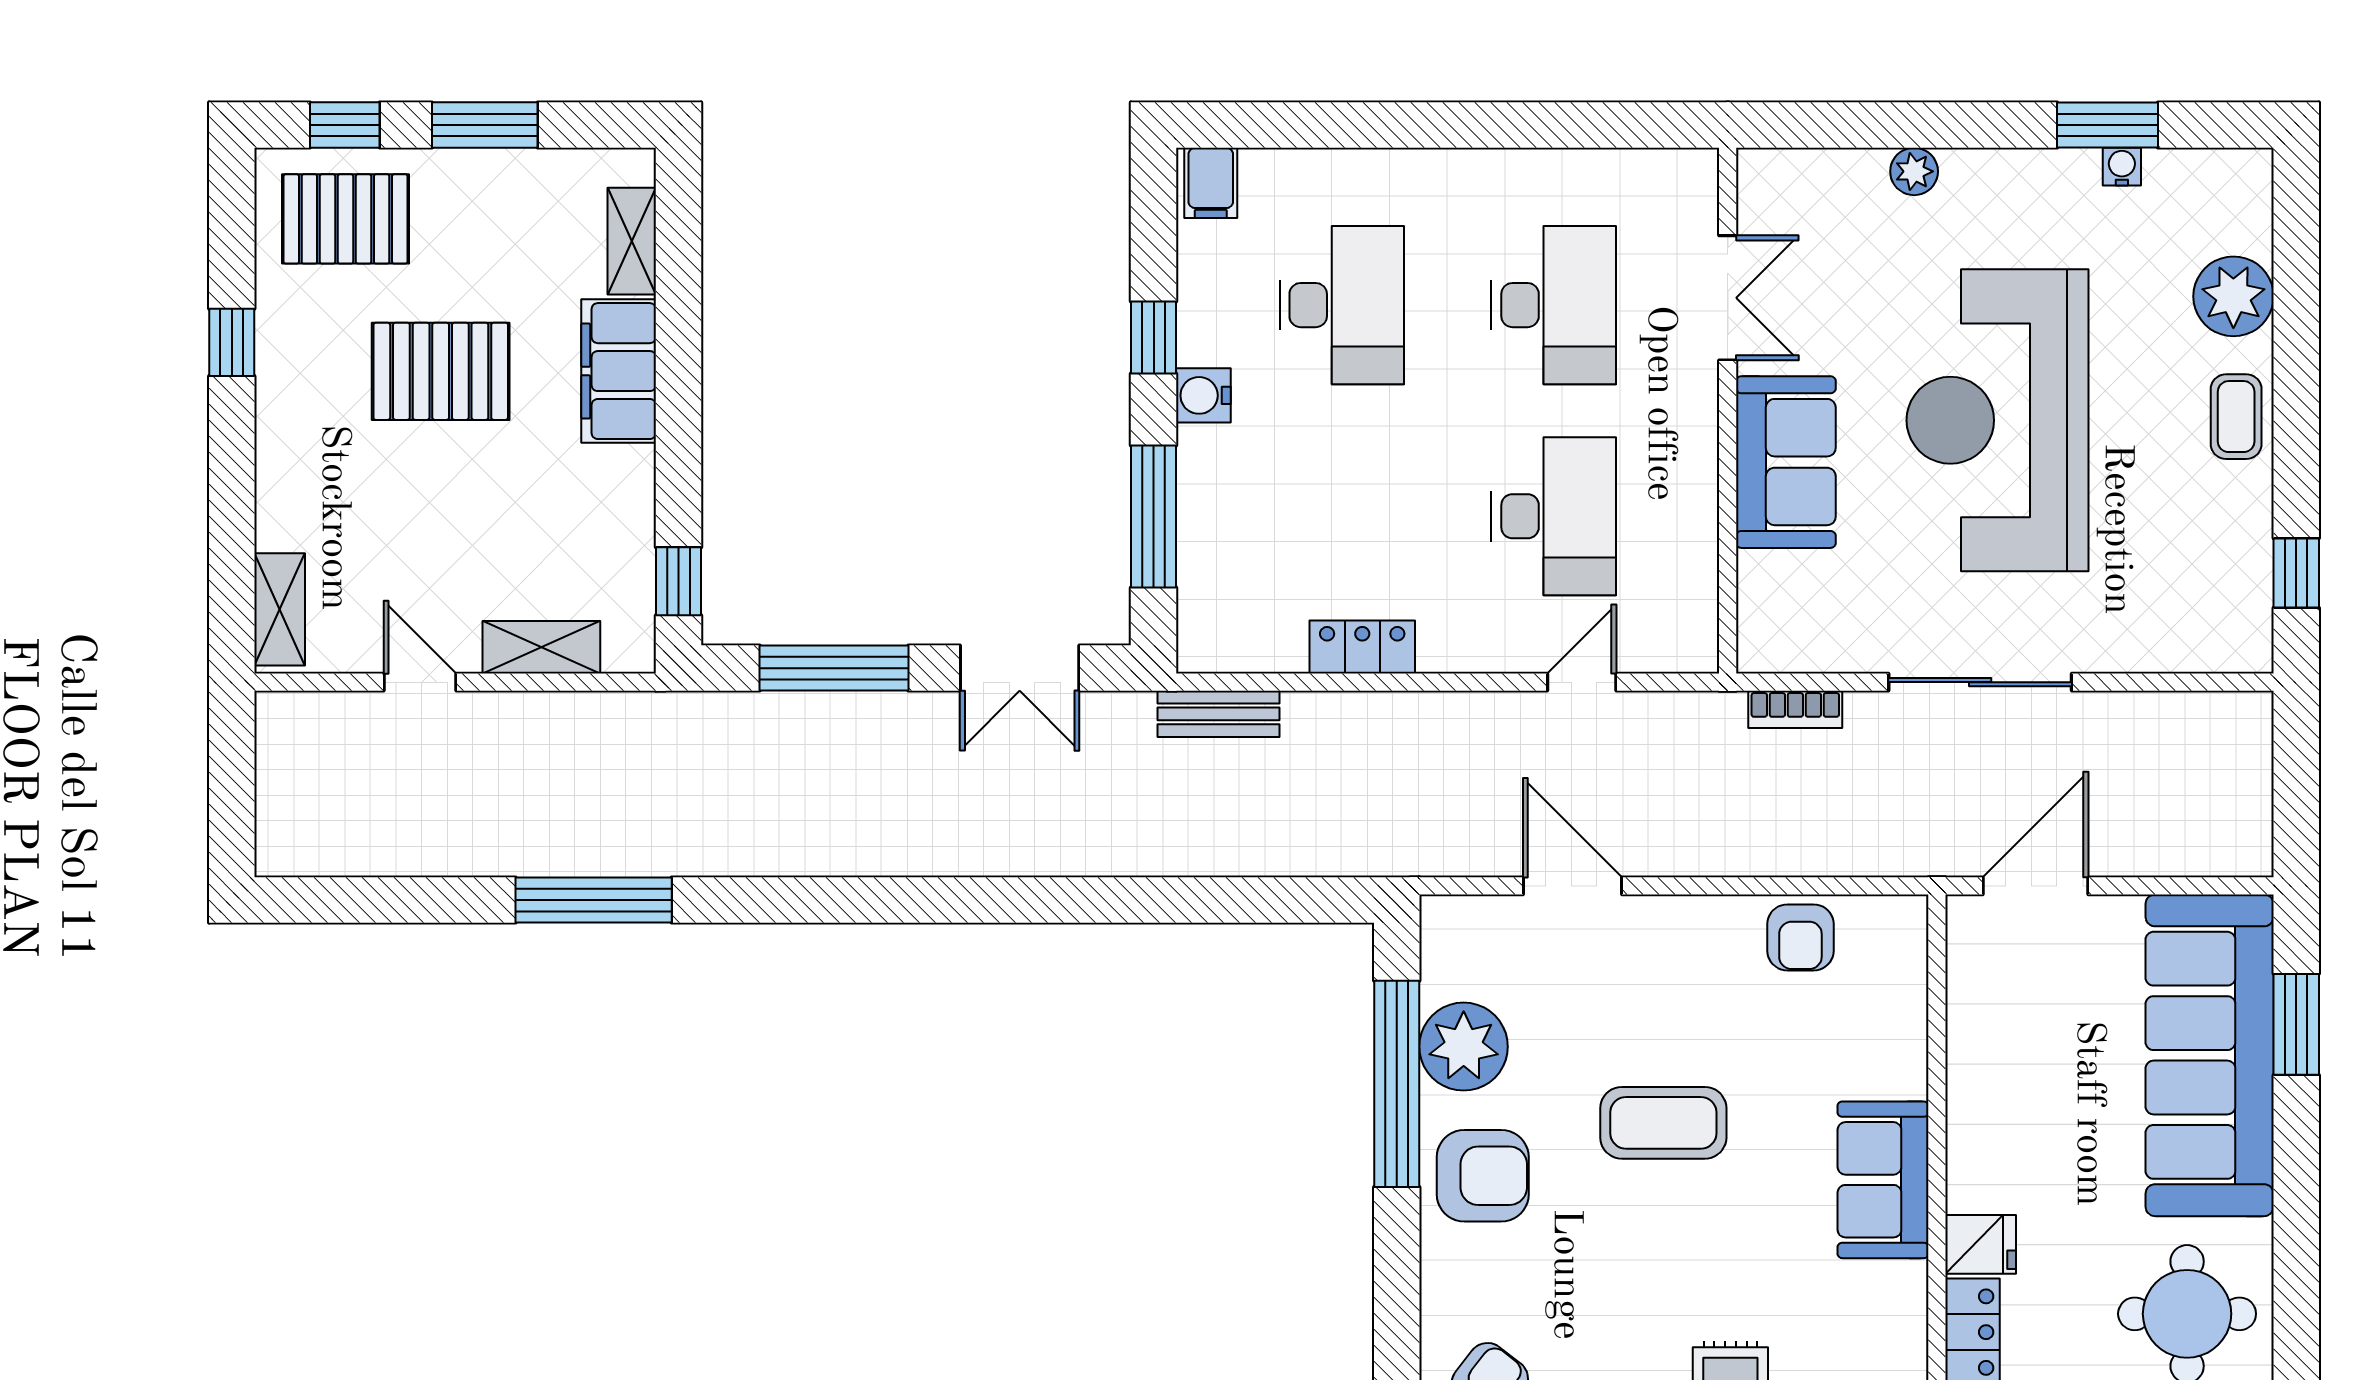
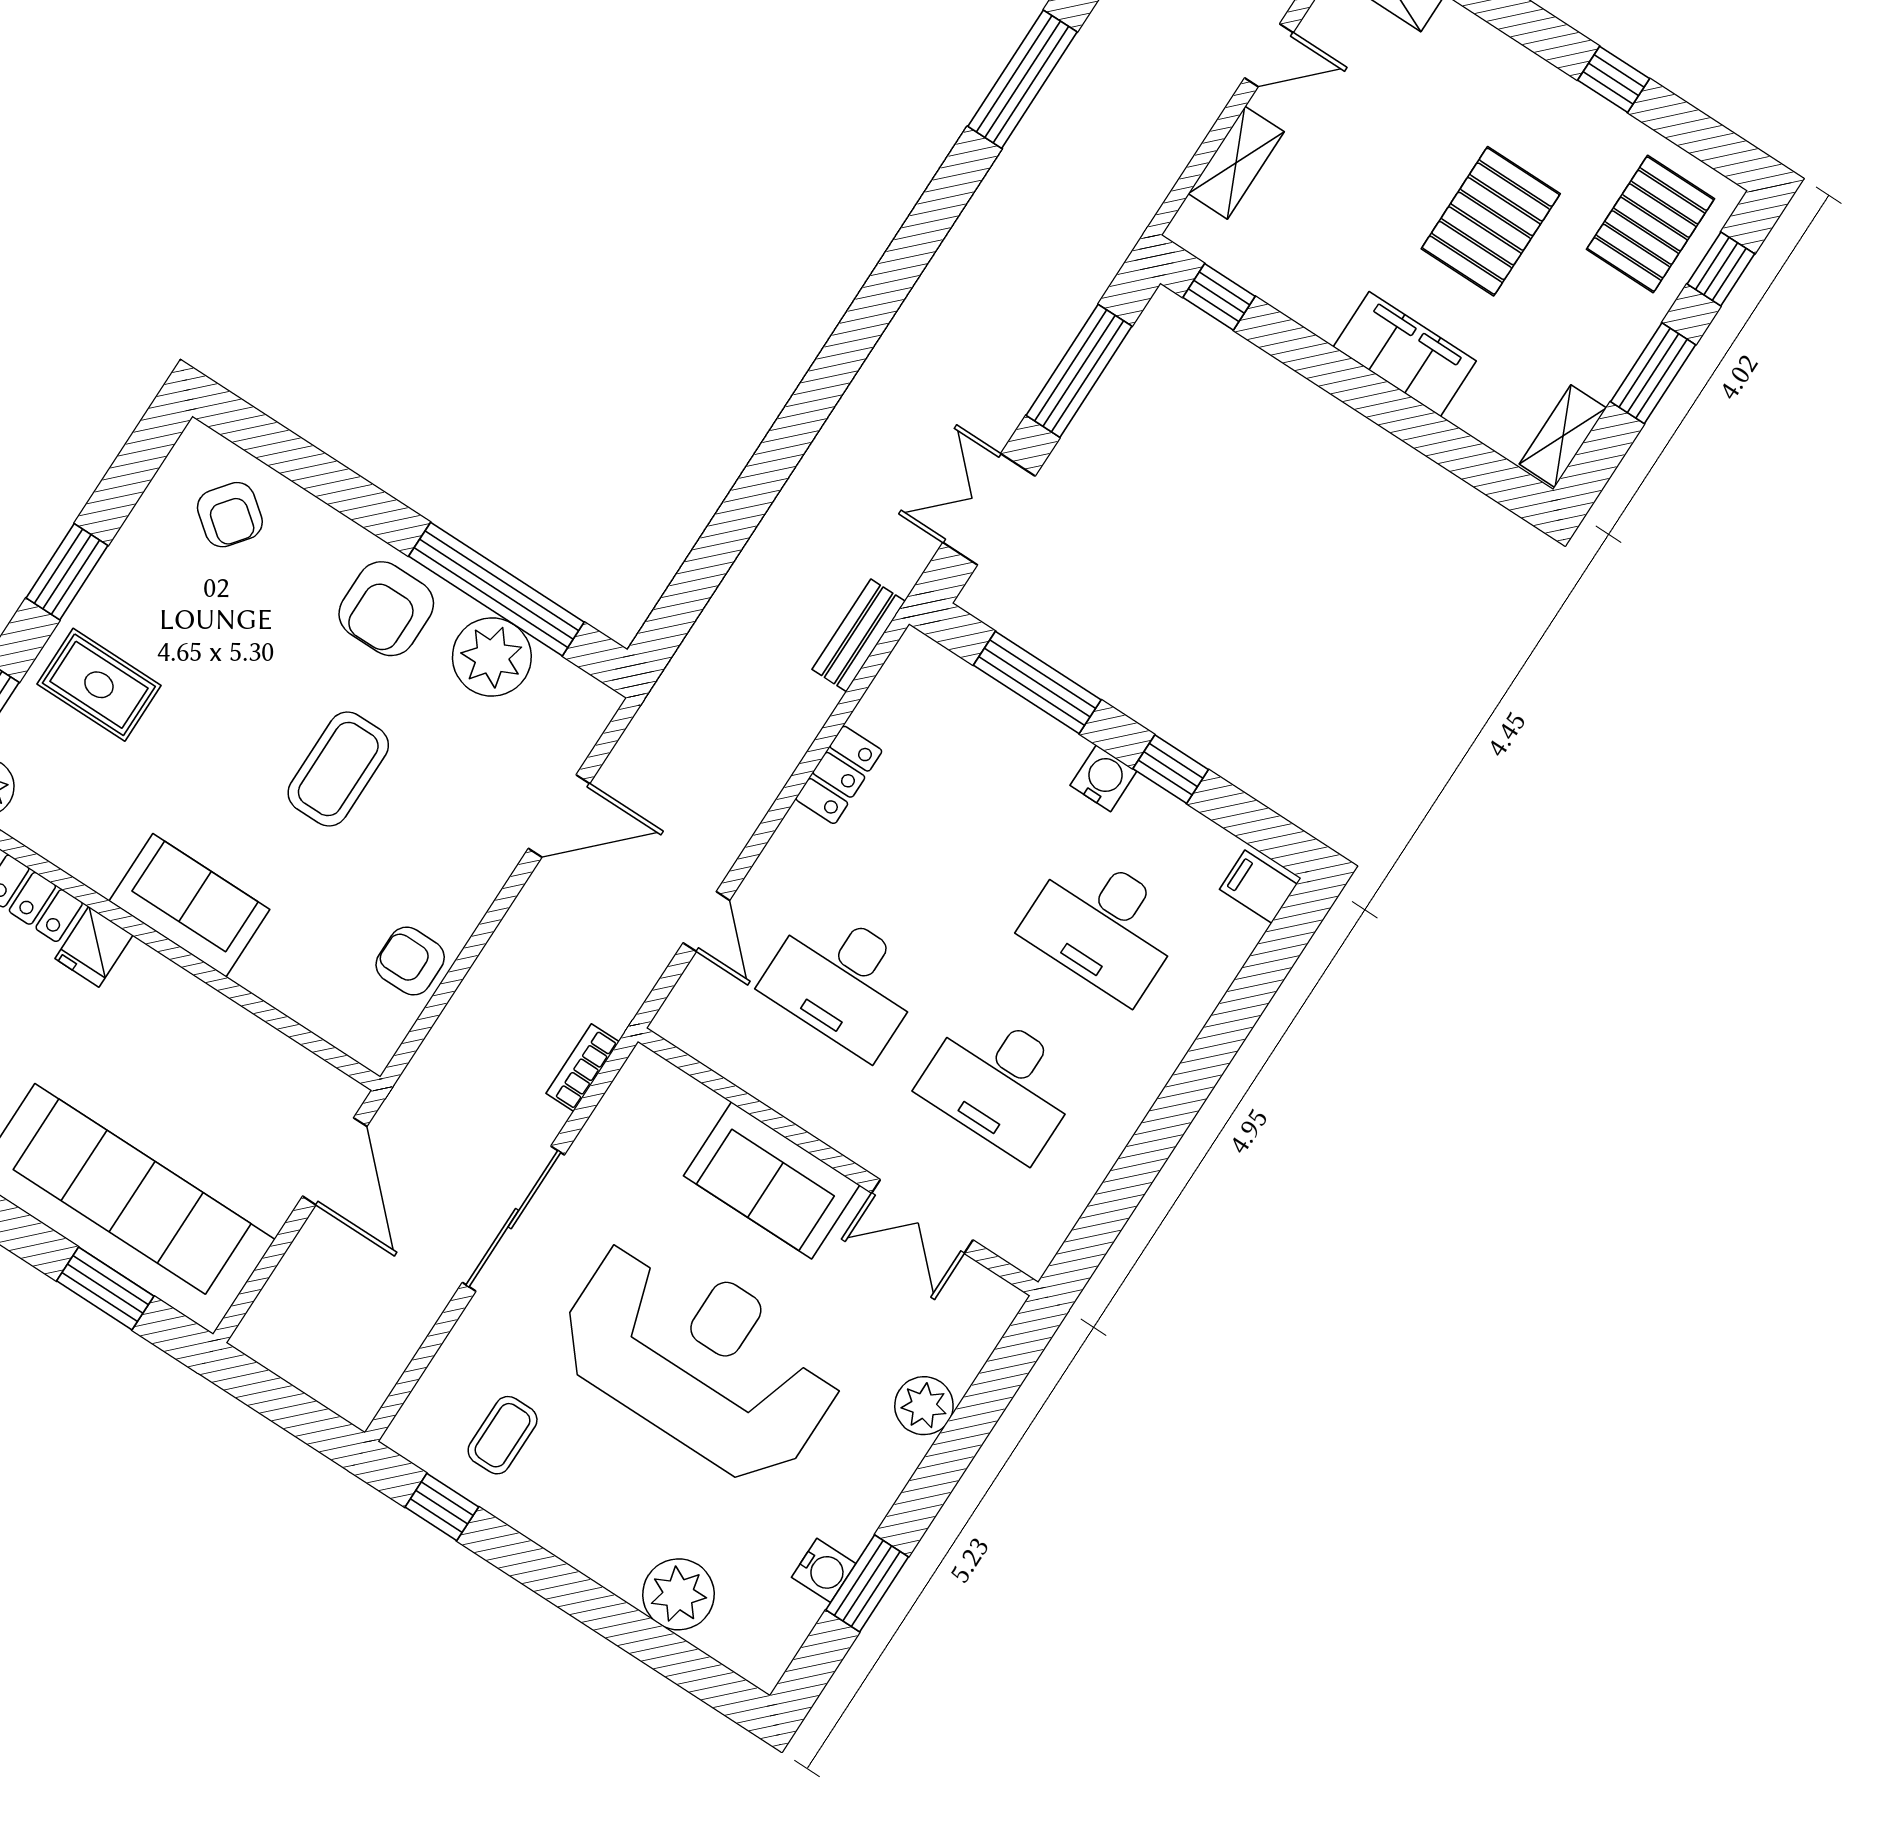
water cooler: (2122, 167) -> (824, 1570), width x1.38, depth x1.38
plant: (1914, 171) -> (924, 1406), width x1.38, depth x1.38
shelving: (632, 241) -> (1563, 436), moved, turned 90
coffee table: (2236, 417) -> (503, 1435), moved, turned 90

